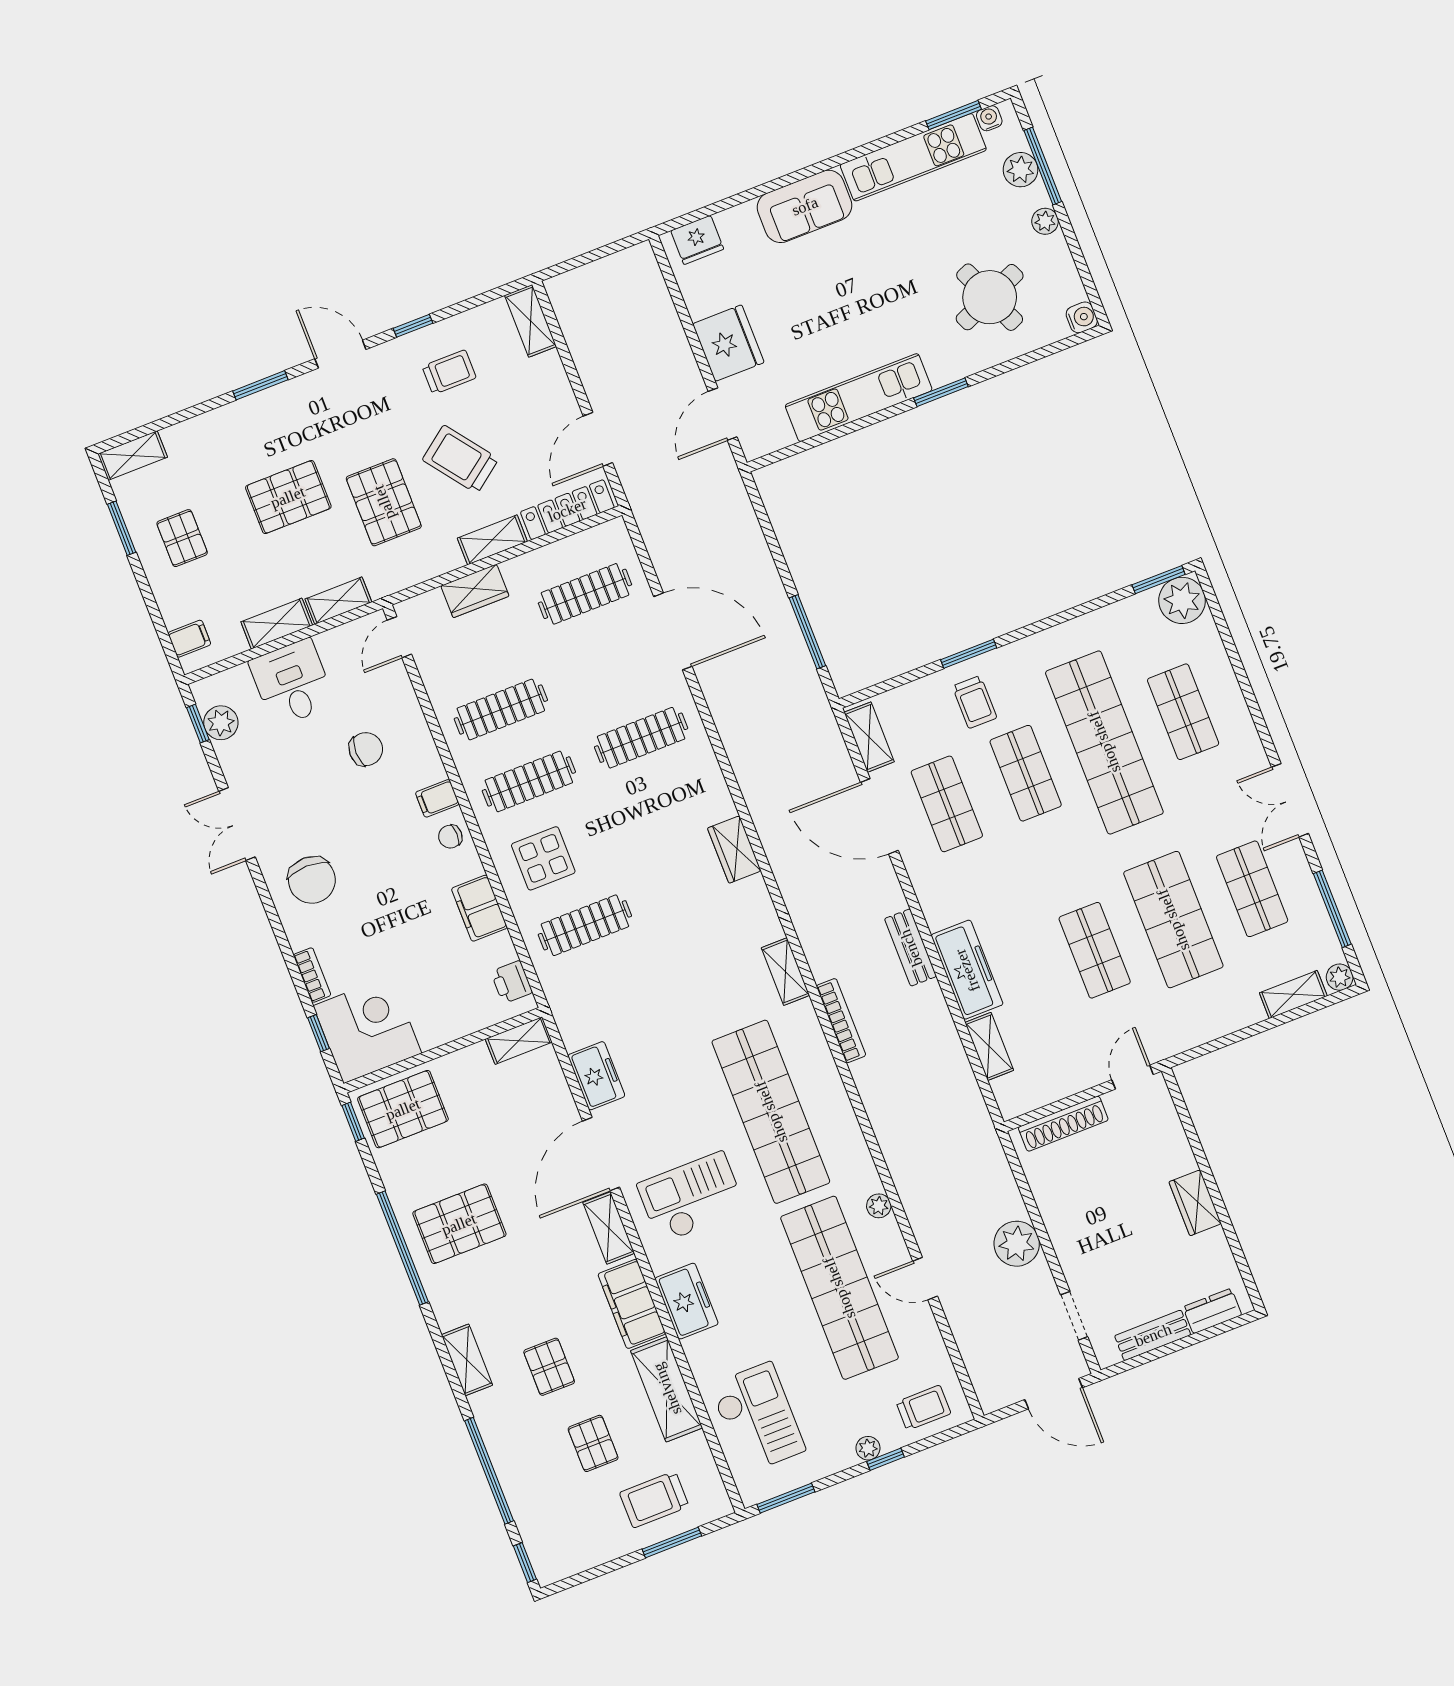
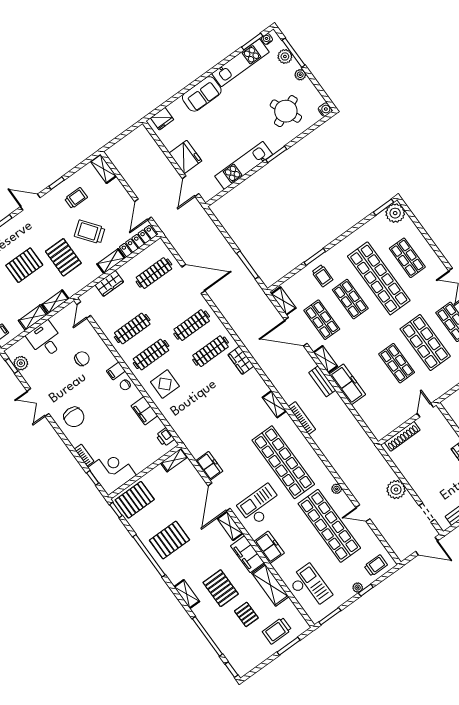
clothes rail: (585, 925) -> (211, 351), moved
shelving: (989, 1046) -> (325, 359), moved
pallet: (549, 1367) -> (221, 588), width x1.50, depth x1.42

